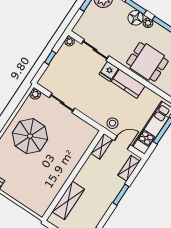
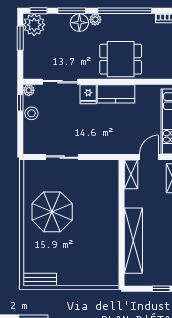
window: (50, 58) -> (20, 103), moved
plant: (35, 94) -> (29, 166), removed
stool: (112, 123) -> (31, 113), moved
shelving: (68, 200) -> (133, 241), width x1.47

